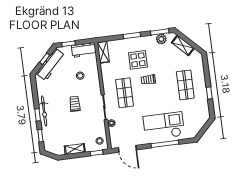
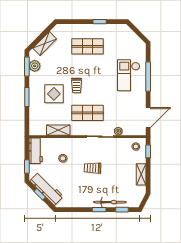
shelving: (103, 52) -> (58, 130), moved
bicycle: (44, 111) -> (110, 202), moved
checkout: (164, 126) -> (129, 75), width x0.73, depth x0.83

